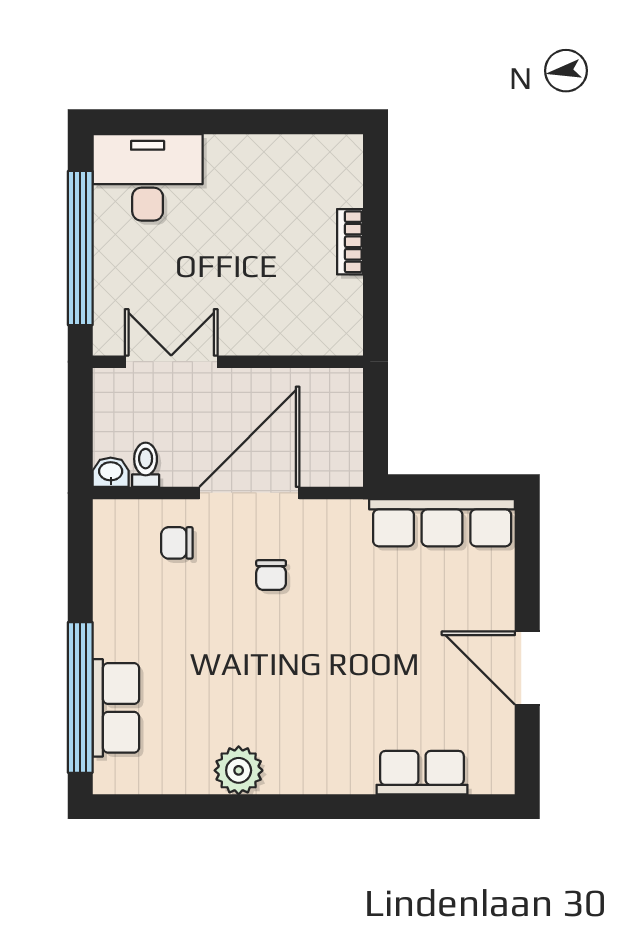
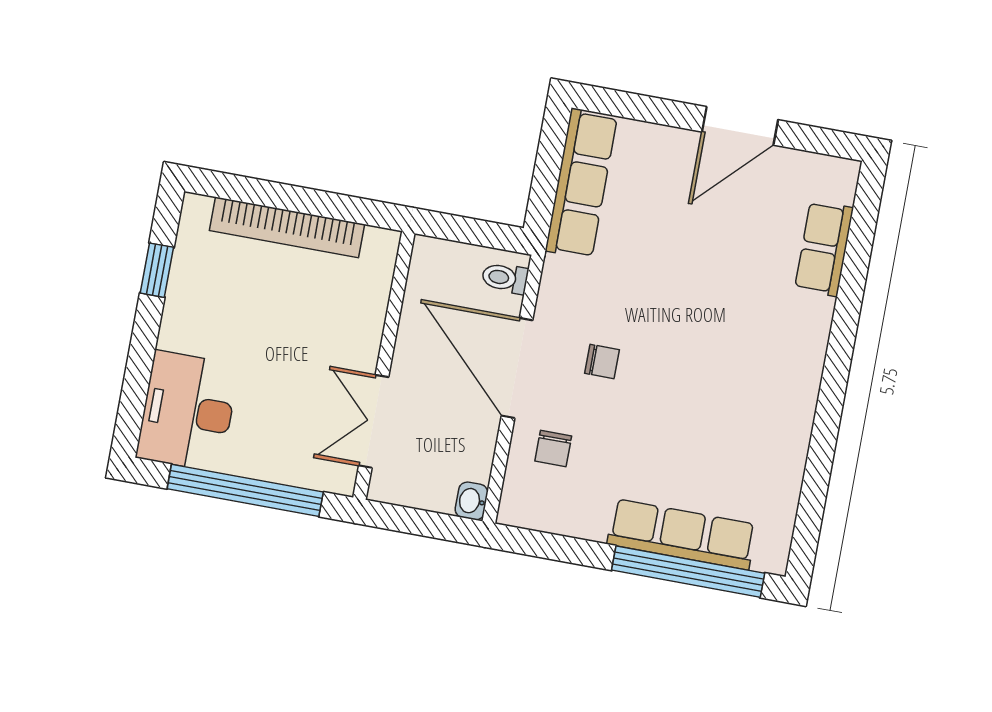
window: (281, 122) -> (157, 270), added
bookcase: (350, 242) -> (287, 227), width x2.31, depth x1.31
toilet: (146, 465) -> (505, 278), moved
row of seats: (116, 708) -> (682, 534), width x1.48
plant: (239, 770) -> (789, 429), removed

